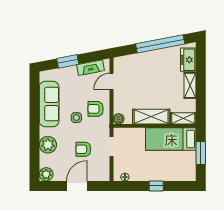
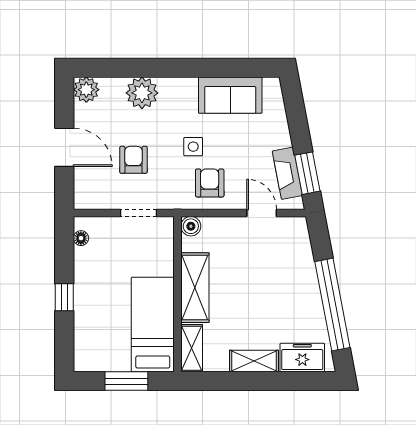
window: (68, 61) -> (307, 173), moved
sofa: (49, 104) -> (230, 95), width x0.73

